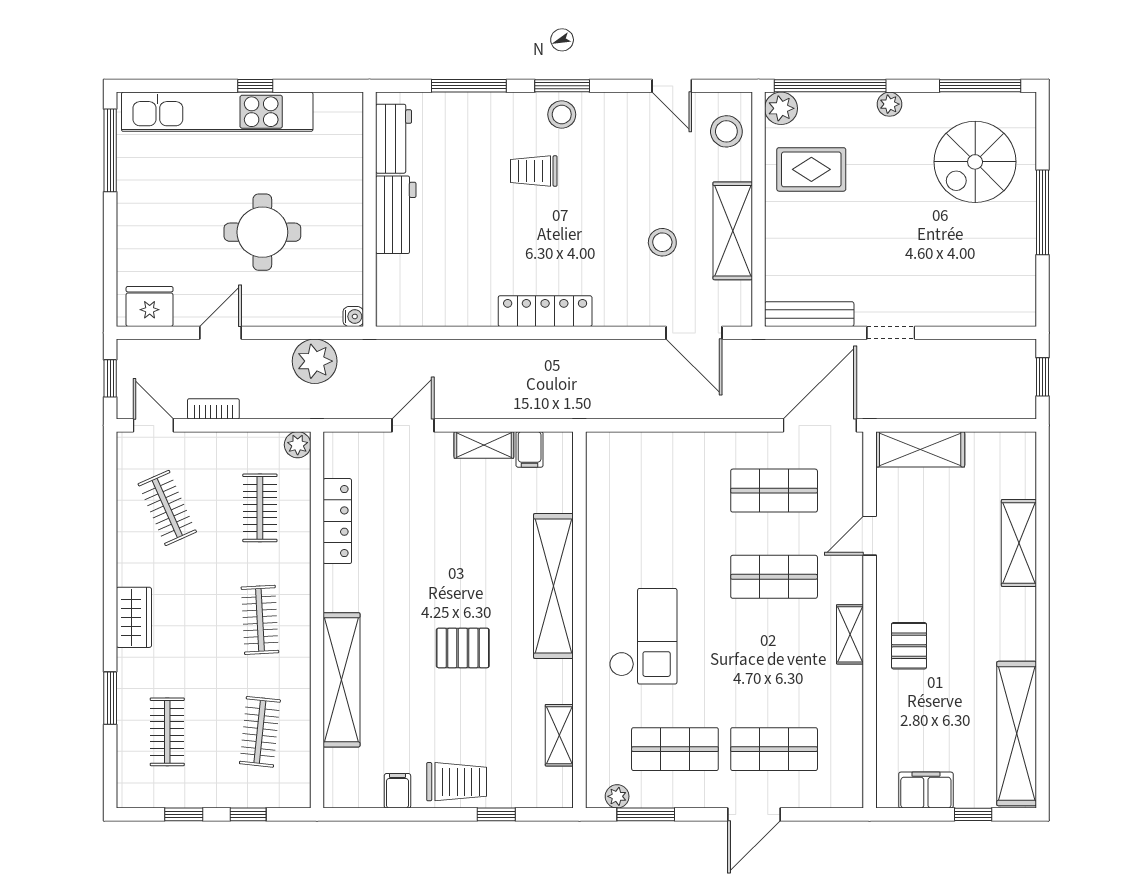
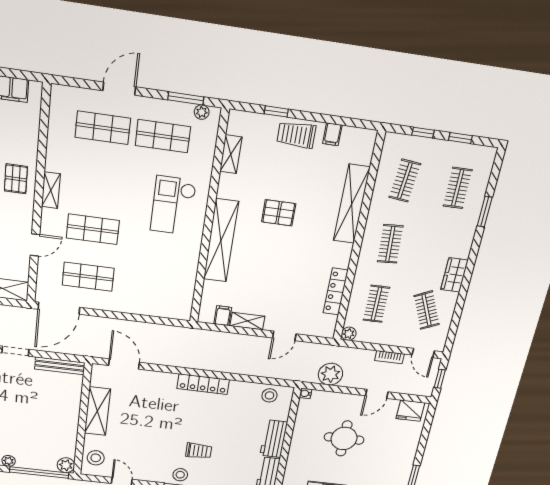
rug: (811, 169) -> (53, 435), removed
stool: (662, 242) -> (269, 395), moved
wardrobe: (134, 617) -> (454, 275), moved

